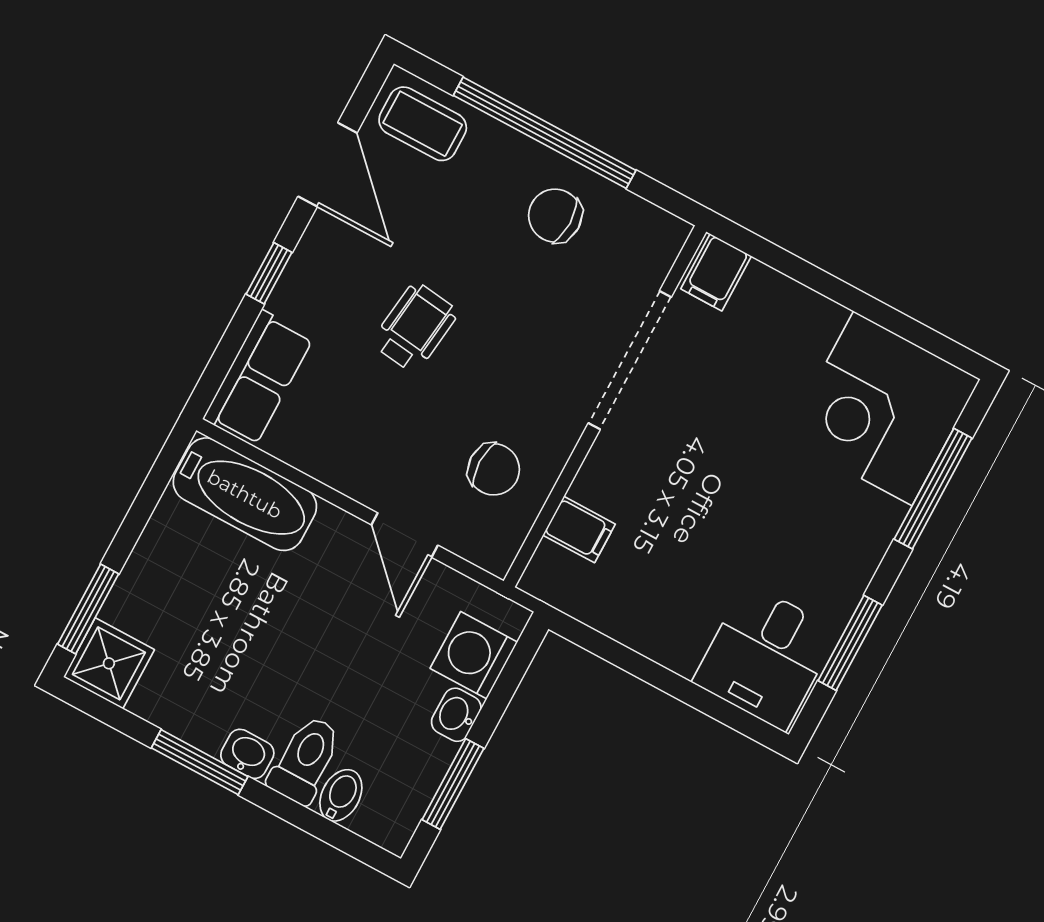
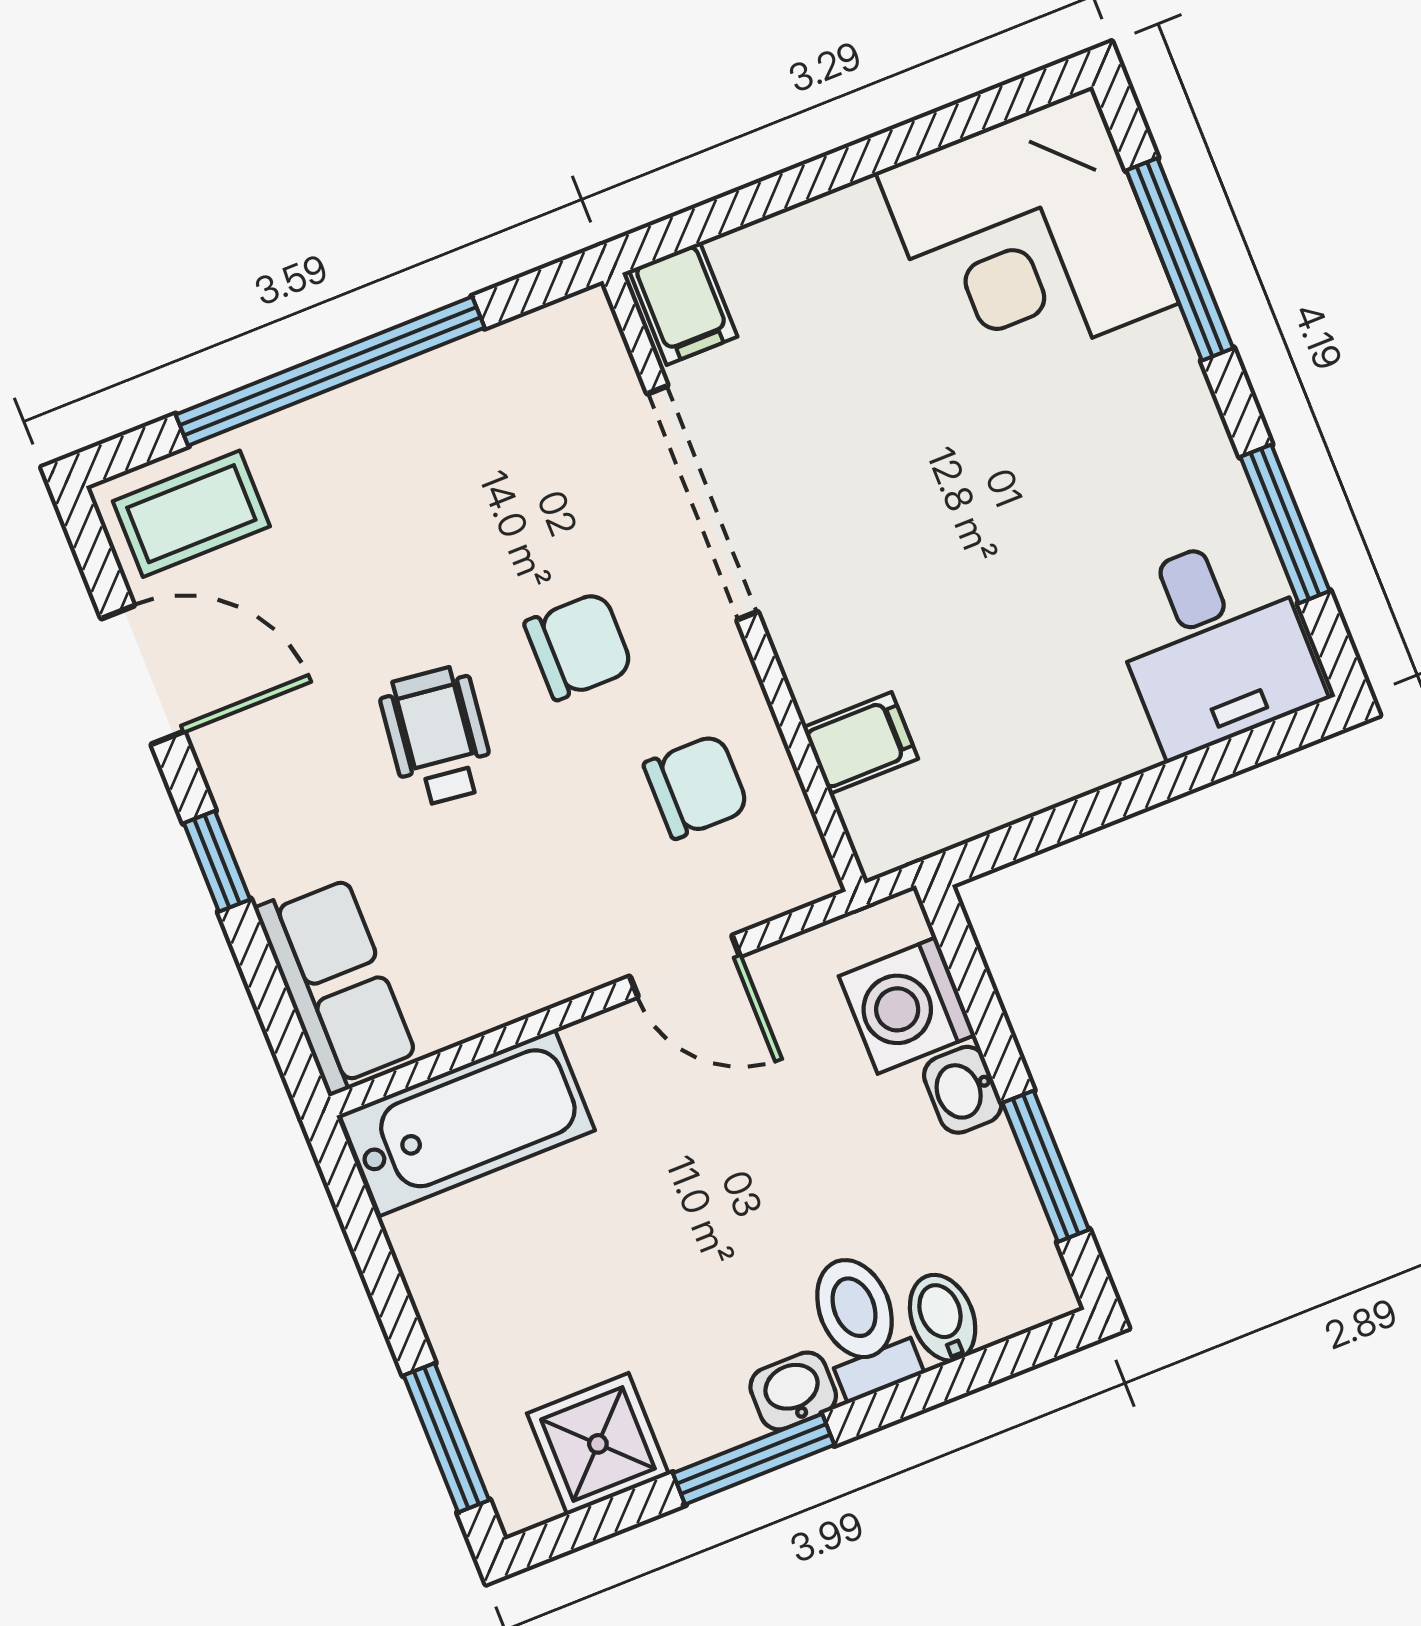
chair: (555, 216) -> (579, 646), moved, turned 180
shower: (109, 663) -> (598, 1444), moved

